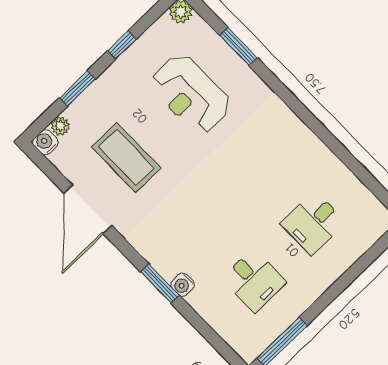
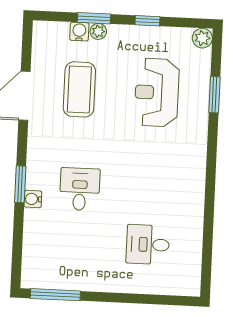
plant: (60, 126) -> (98, 31), moved
water cooler: (45, 142) -> (79, 32), moved
desk: (254, 280) -> (80, 189), moved, turned 180

